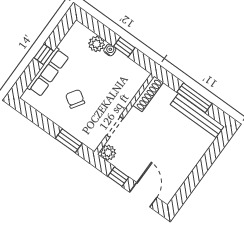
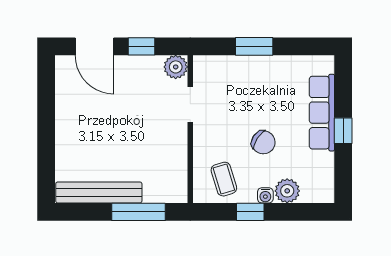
coffee table: (126, 75) -> (224, 179), added
shoe rack: (148, 94) -> (179, 175), removed
window: (194, 98) -> (138, 212), moved
chair: (75, 99) -> (263, 142), moved
window: (69, 141) -> (254, 46), moved

